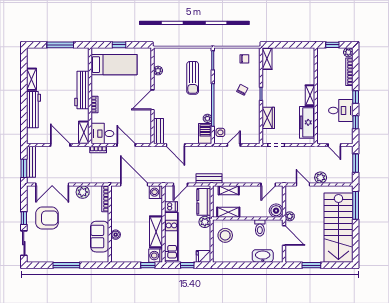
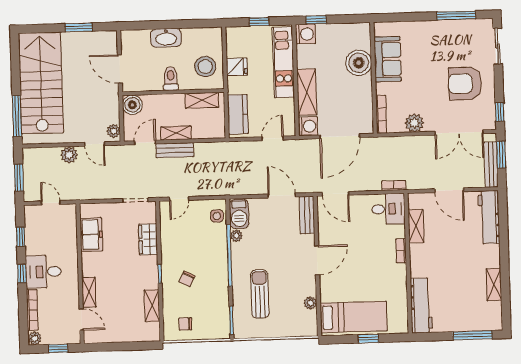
window: (60, 45) -> (473, 335), moved
shelving: (267, 59) -> (152, 306), moved
door: (316, 64) -> (81, 319), added
bed: (114, 65) -> (354, 317), moved, turned 180
workbench: (82, 90) -> (421, 305), moved
shelving: (310, 95) -> (89, 292), moved
workbench: (33, 110) -> (489, 217), moved
desk: (341, 110) -> (43, 272), moved
freezer: (307, 122) -> (91, 234), width x0.71
shelving: (84, 133) -> (416, 226), moved
door: (126, 145) -> (335, 194), moved
door: (234, 145) -> (179, 199), moved
bench: (209, 179) -> (175, 150), moved
double door: (52, 185) -> (459, 133), swing flipped
door: (134, 185) -> (340, 136), hinge flipped
shelving: (229, 190) -> (176, 133), moved
dishwasher: (171, 206) -> (285, 106), removed
plant: (290, 216) -> (113, 131), moved
window: (24, 218) -> (500, 112), moved
plant: (205, 222) -> (235, 85), removed
toilet: (260, 228) -> (171, 79), moved
shelving: (156, 232) -> (307, 92), moved
boiler: (116, 235) -> (359, 63), width x1.86, depth x1.86
fridge: (203, 256) -> (237, 67), moved
washbasin: (263, 256) -> (166, 38), moved
window: (66, 265) -> (456, 15), moved

